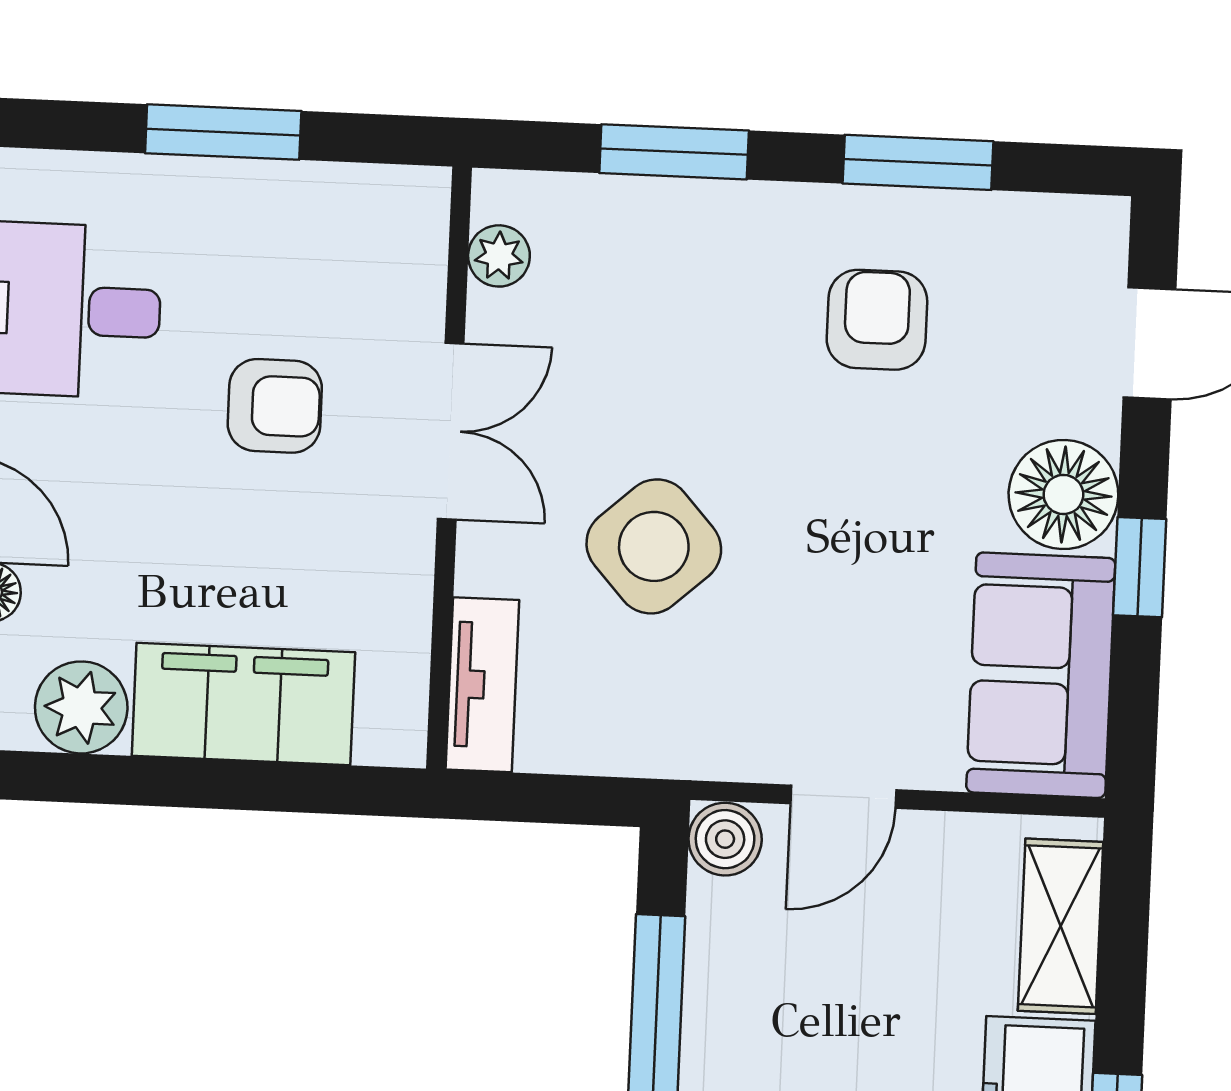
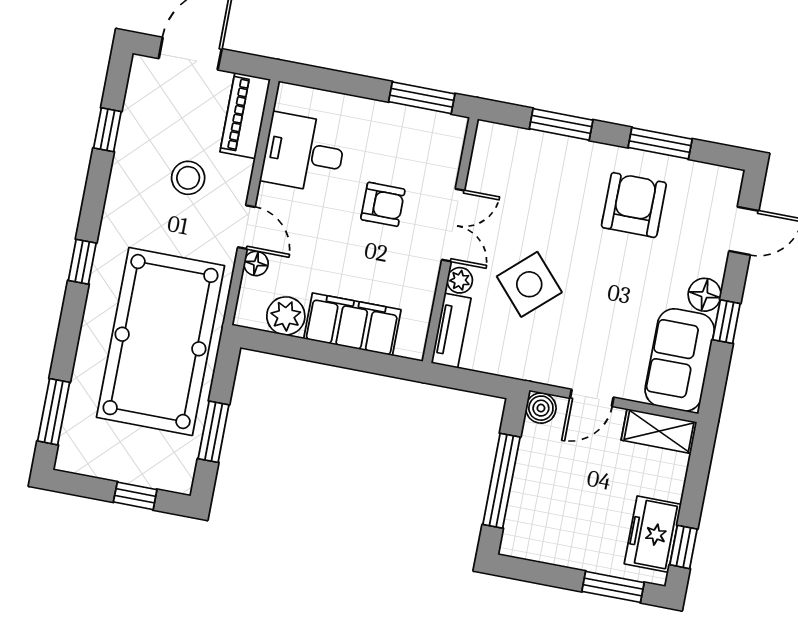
window: (223, 132) -> (422, 98), moved
plant: (499, 256) -> (460, 280), moved
armchair: (877, 320) -> (634, 205), width x1.38, depth x1.38
floor lamp: (1063, 494) -> (705, 295), width x0.73, depth x0.73
shelving: (1061, 926) -> (659, 431), moved, turned 90

